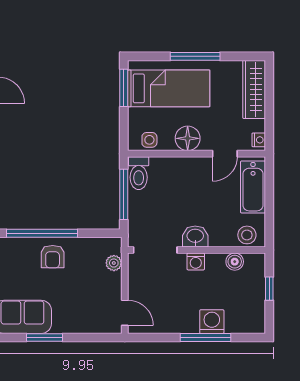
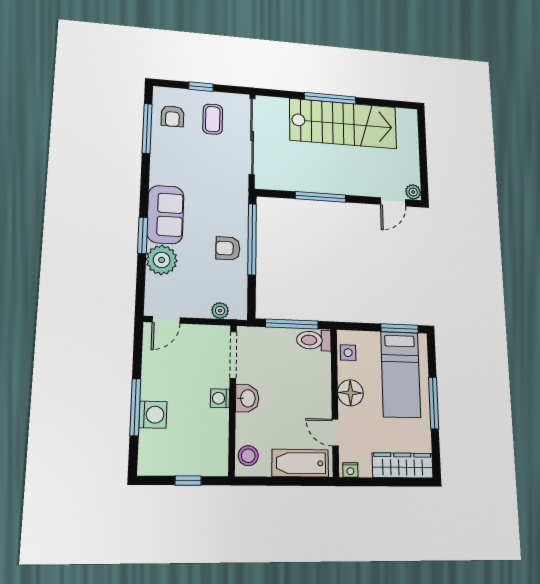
boiler: (235, 262) -> (219, 441), removed
plant: (68, 319) -> (162, 260), added

